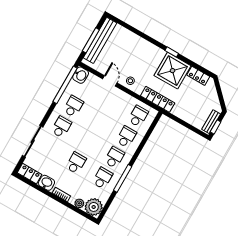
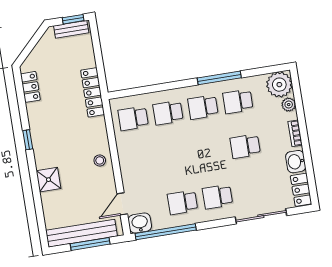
shower: (173, 71) -> (49, 180), moved, width x0.54, depth x0.54
door: (110, 81) -> (122, 204), moved
locker: (158, 99) -> (93, 92), moved

